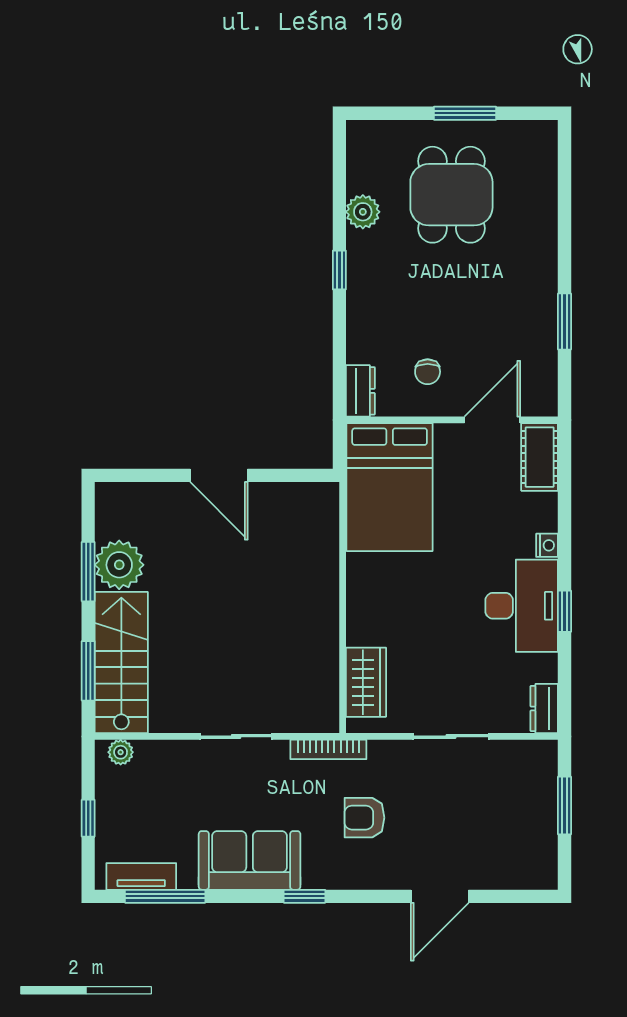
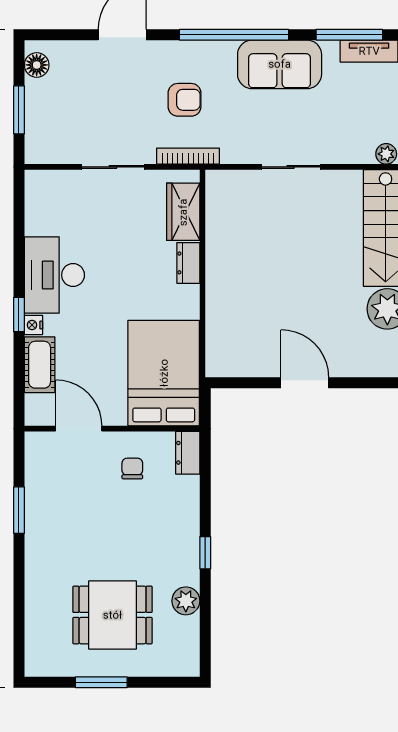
dining table: (451, 195) -> (113, 615), turned 90
door: (492, 420) -> (79, 429), swing flipped
cot: (540, 457) -> (40, 365), moved
window: (565, 611) -> (19, 315), moved
dresser: (544, 709) -> (188, 263), moved, turned 180
bookcase: (328, 749) -> (188, 156), moved
floor lamp: (543, 860) -> (37, 65), added
window: (305, 896) -> (234, 35), width x3.17

